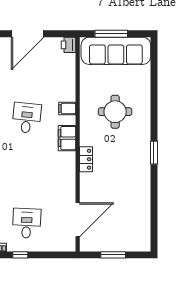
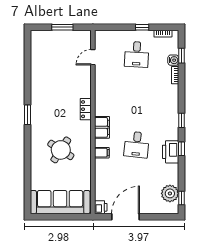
door: (28, 34) -> (125, 217), moved
window: (111, 34) -> (64, 217), removed
round table: (115, 112) -> (61, 150), turned 33
door: (78, 220) -> (93, 57), width x0.53

